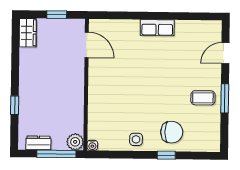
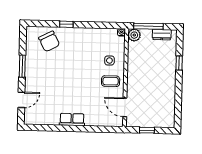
wardrobe: (28, 33) -> (169, 117), removed
coffee table: (203, 98) -> (111, 81), moved
chair: (172, 132) -> (49, 41), moved, turned -117
side table: (136, 139) -> (109, 60), moved

